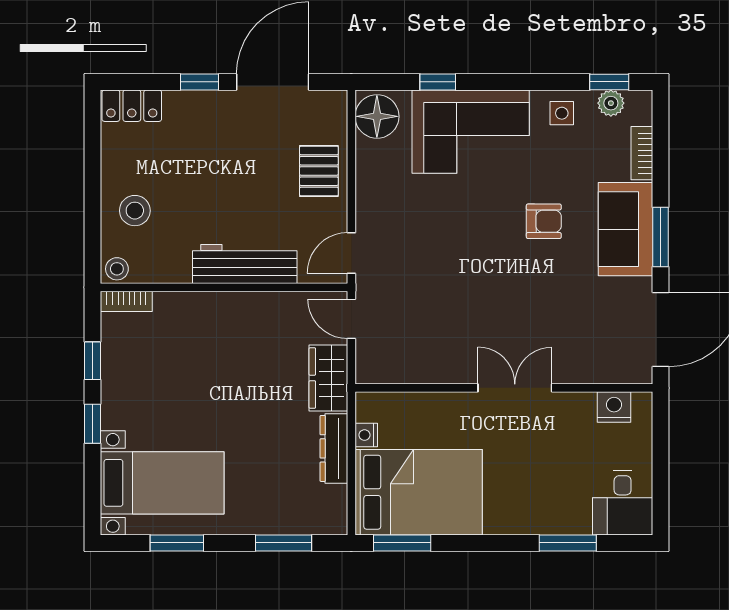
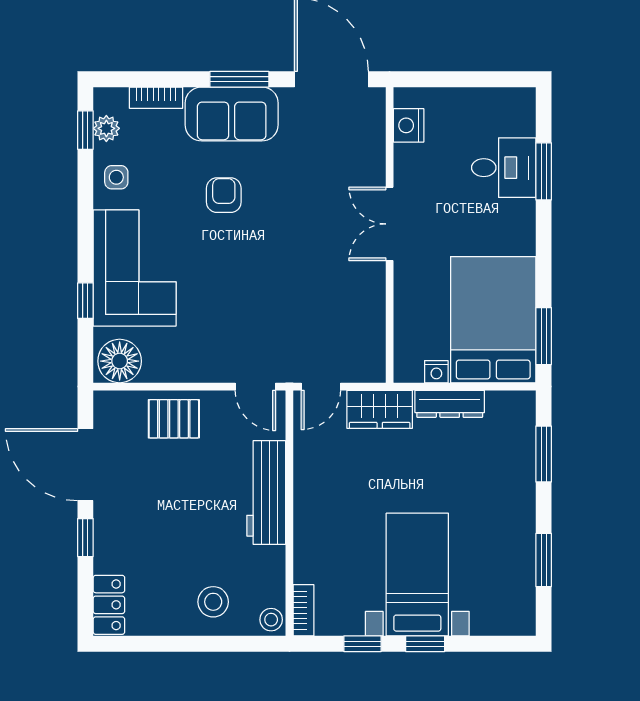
bed with nightstands: (162, 483) -> (417, 575), moved
desk: (623, 503) -> (504, 168), moved

